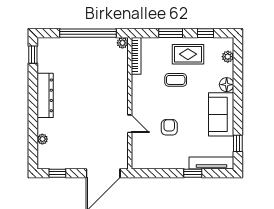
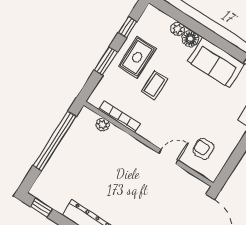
plant: (122, 43) -> (103, 125), moved
bookcase: (136, 56) -> (120, 117), moved
plant: (228, 57) -> (178, 29), moved
armchair: (169, 127) -> (203, 149), moved

